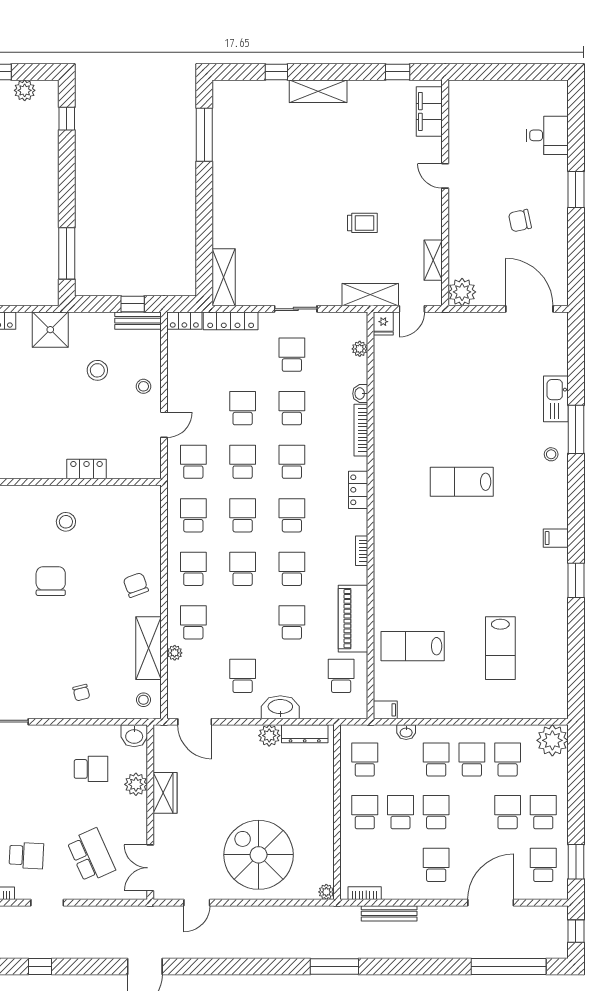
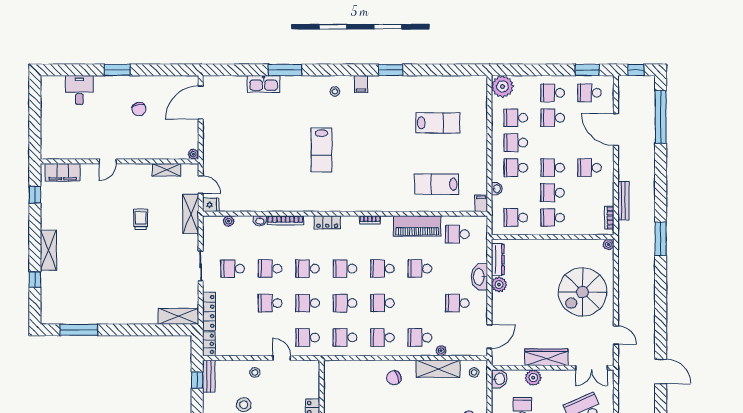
plant: (462, 292) -> (193, 154), width x0.53, depth x0.53
stool: (551, 454) -> (335, 91), moved
lab bench: (413, 646) -> (437, 184), turned 90
wardrobe: (165, 793) -> (546, 357), width x1.50

